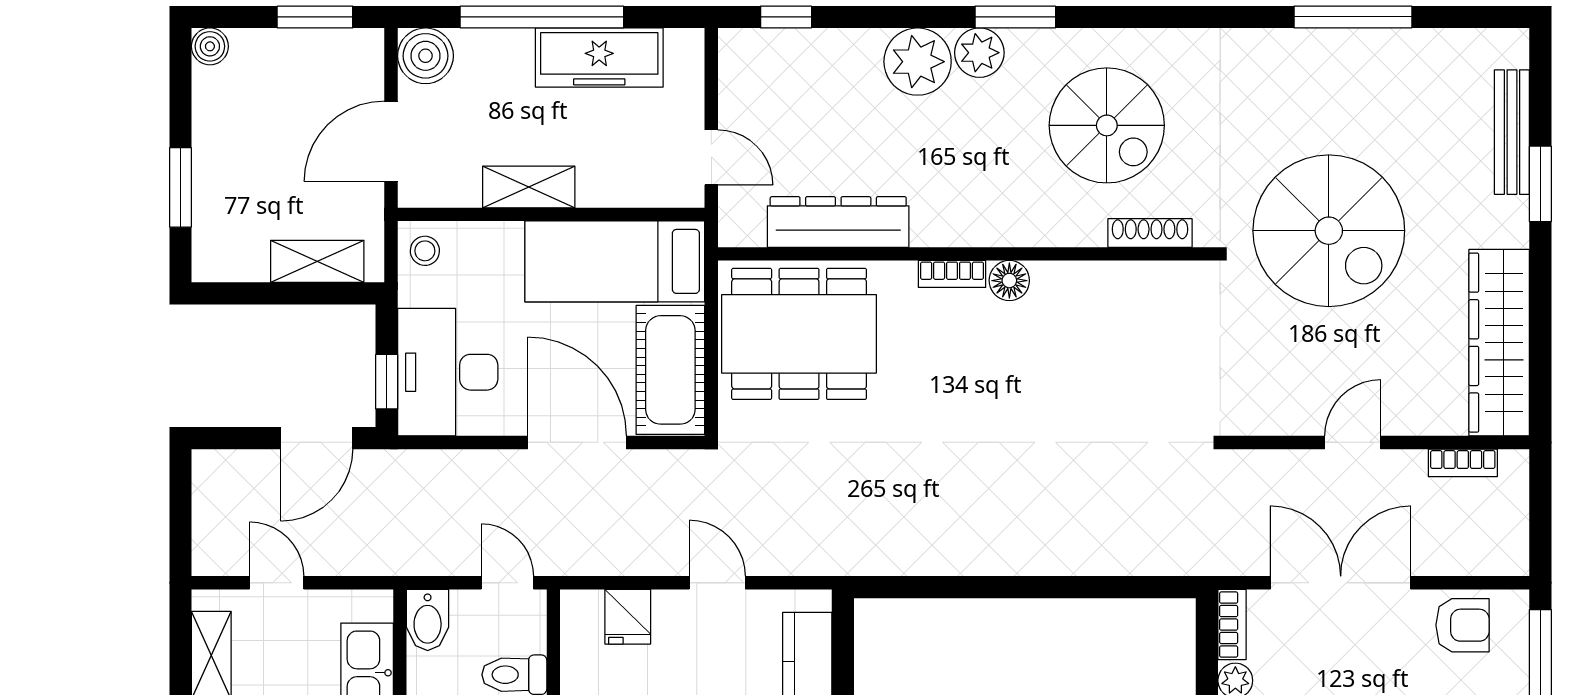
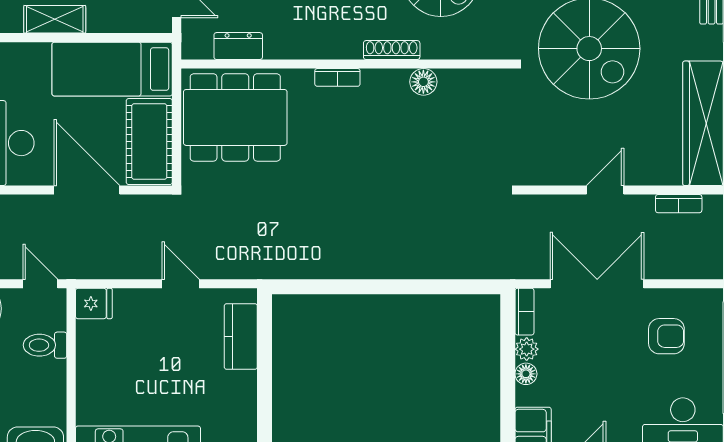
dresser: (838, 222) -> (238, 46), width x0.51, depth x0.80
shoe rack: (1150, 233) -> (392, 50), moved
floor lamp: (1009, 281) -> (423, 82), moved
fridge: (628, 617) -> (94, 303), moved, turned -90
armchair: (1462, 625) -> (666, 336), moved

